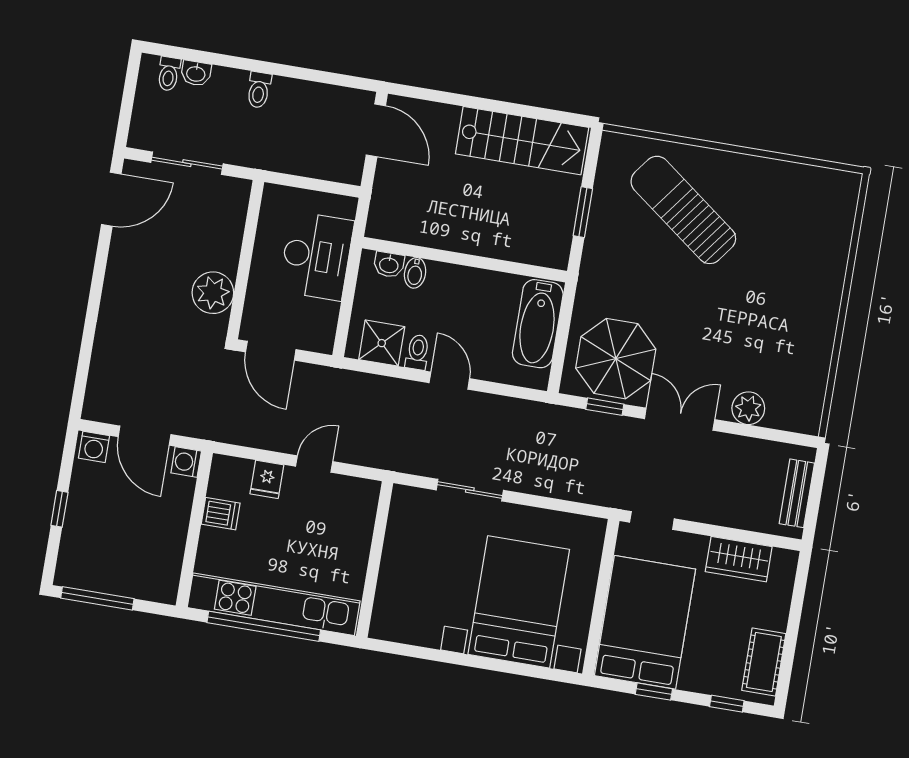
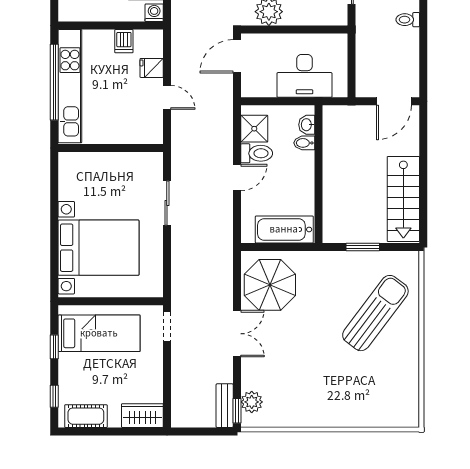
toilet: (417, 352) -> (257, 153), width x1.37, depth x1.39
window: (605, 407) -> (237, 411), moved
plant: (748, 408) -> (252, 402), moved
bench: (797, 493) -> (225, 406), moved, turned 90
wardrobe: (739, 559) -> (142, 416), moved, turned 90
bed: (645, 622) -> (99, 333), width x0.67

